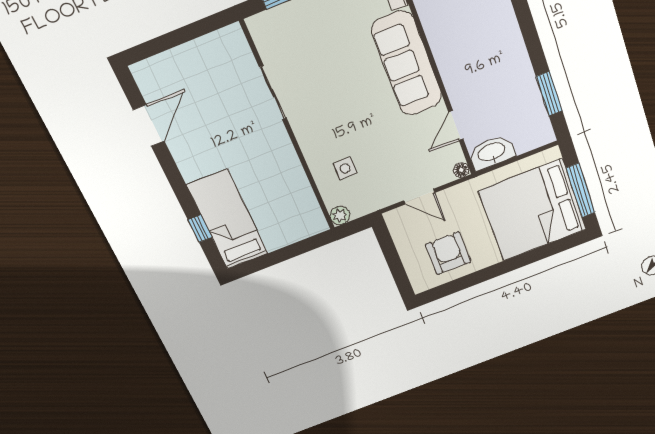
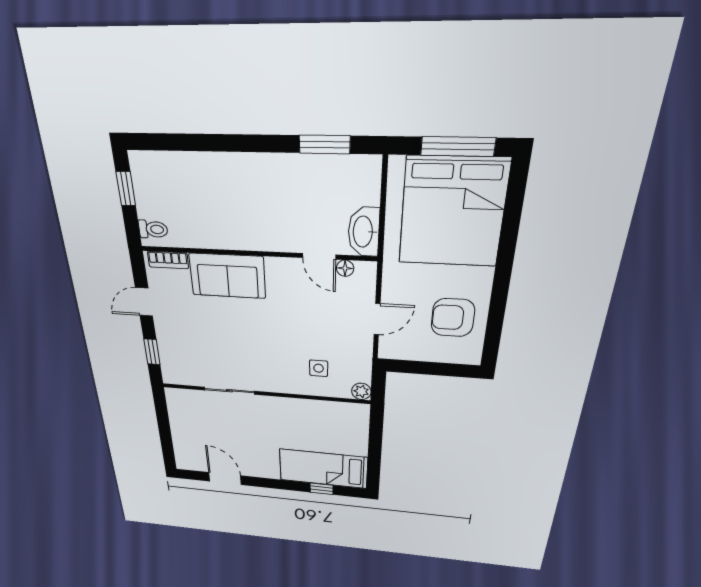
sofa: (407, 63) -> (227, 276), width x0.73
floor lamp: (461, 170) -> (345, 268), moved

